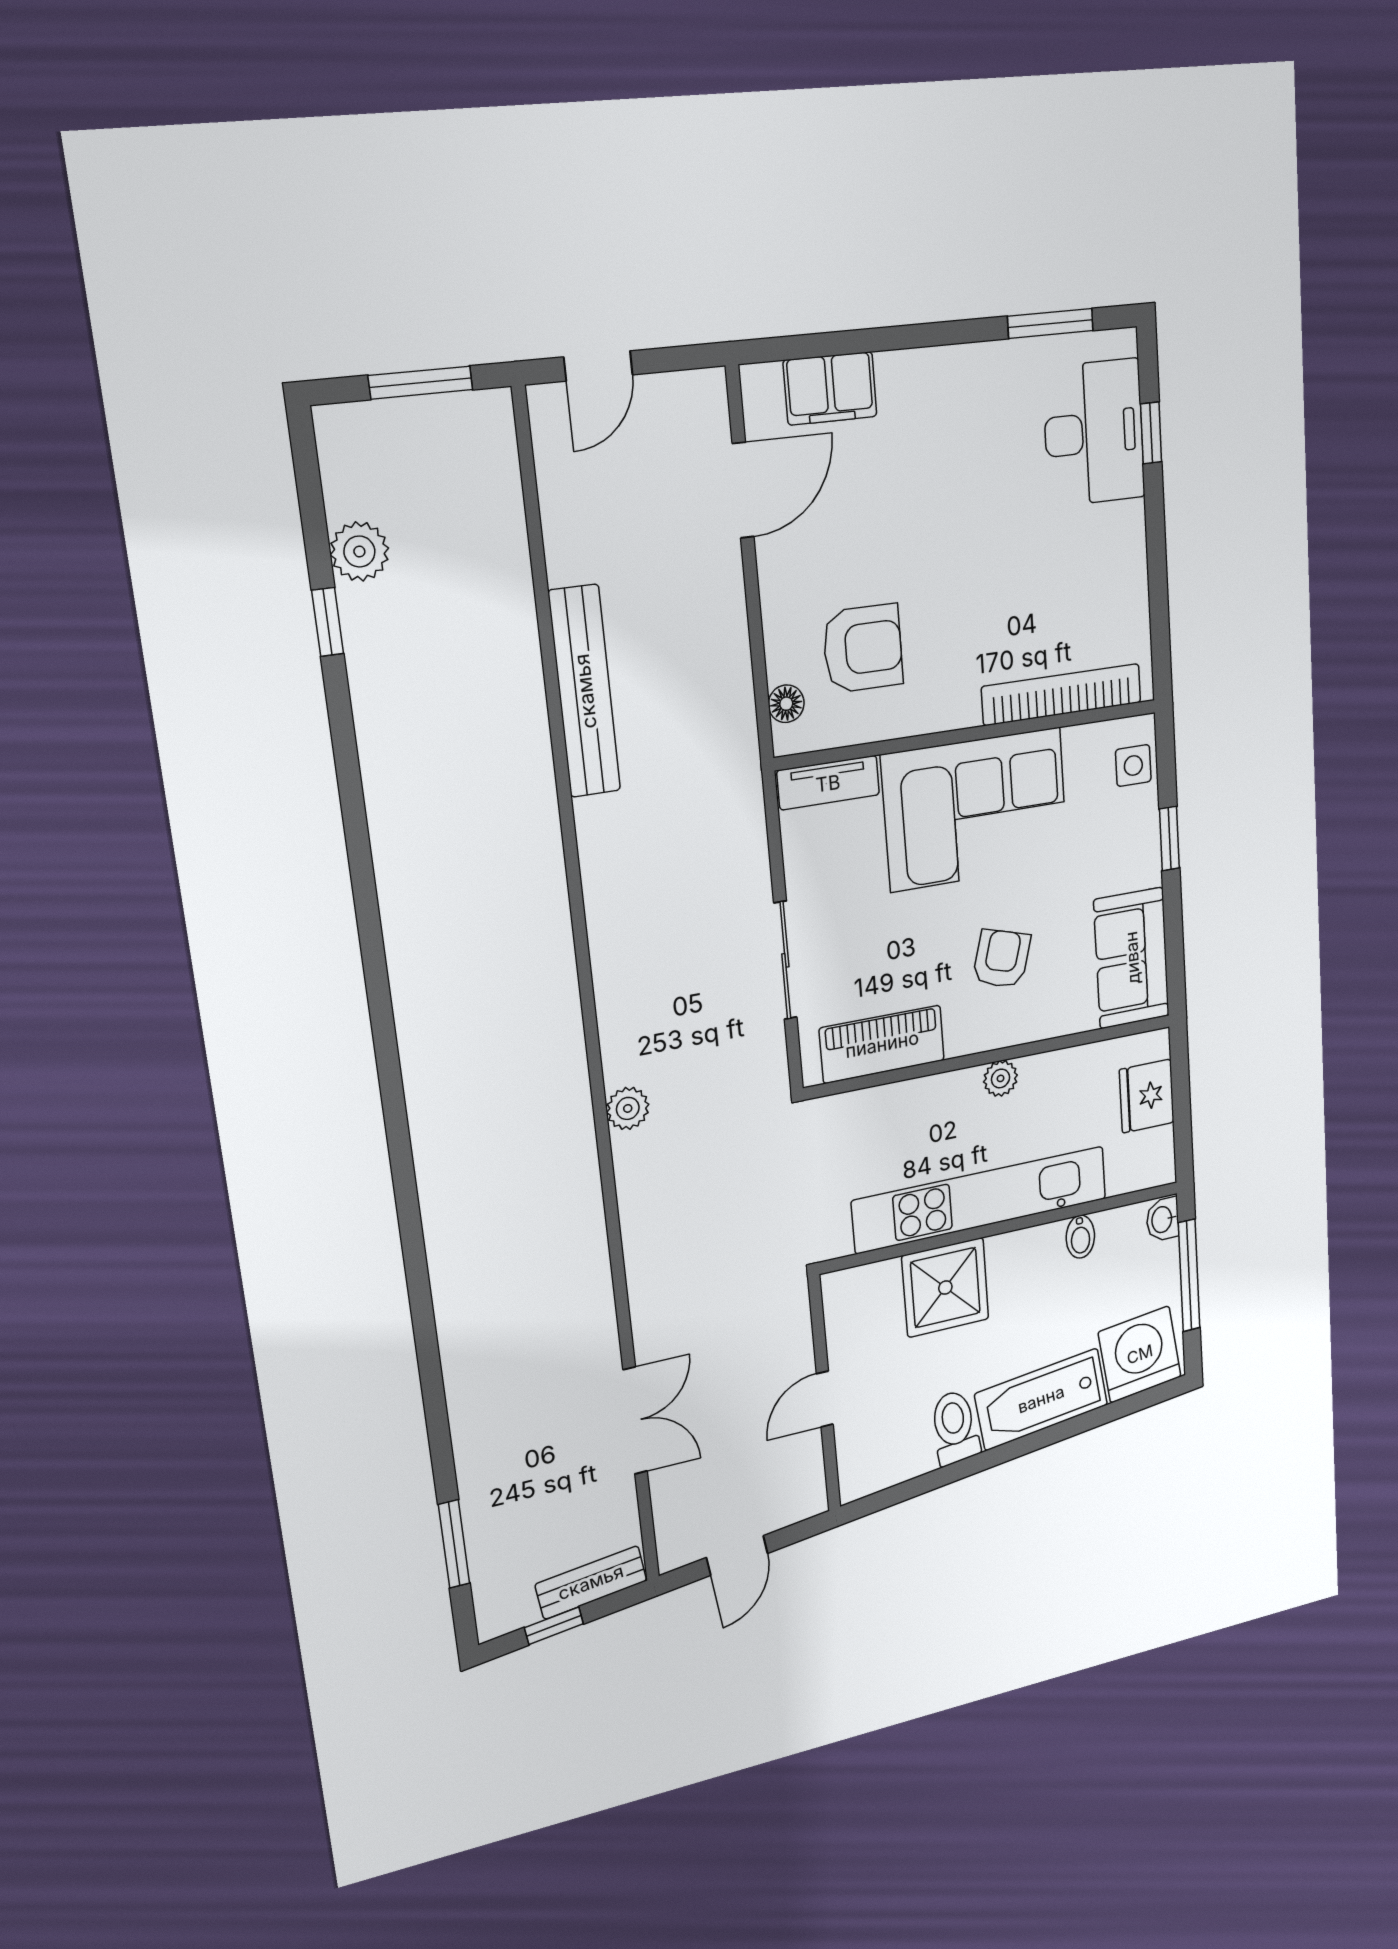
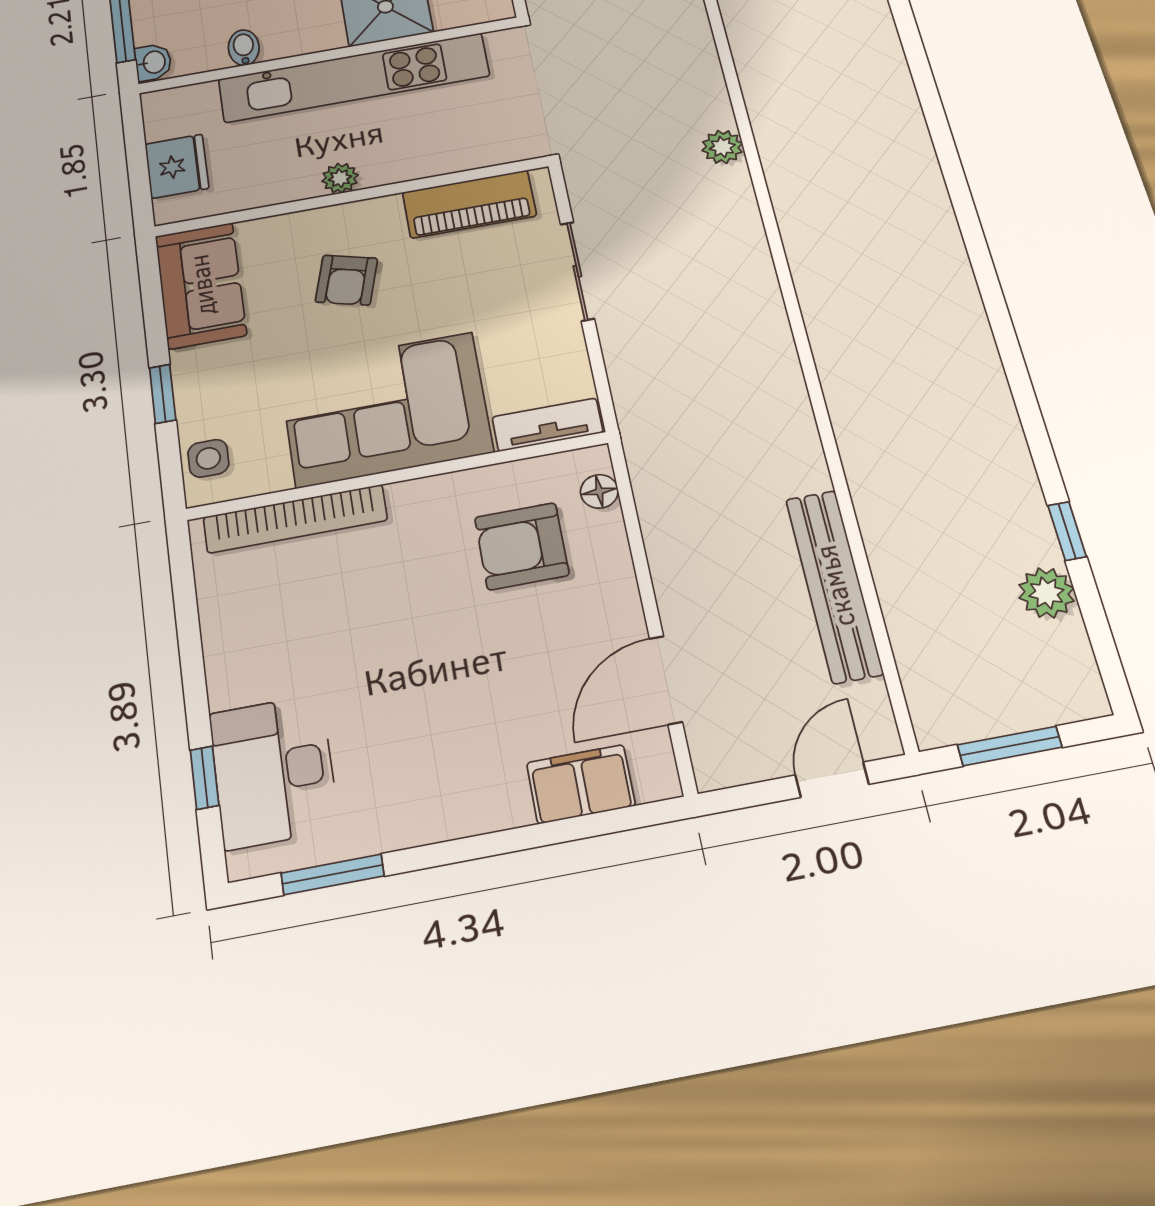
bench: (585, 691) -> (834, 586), moved

